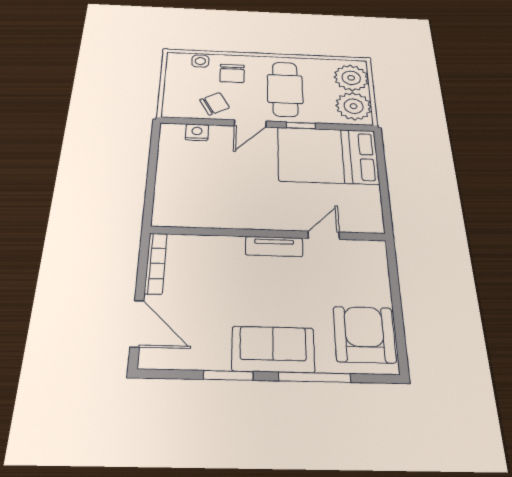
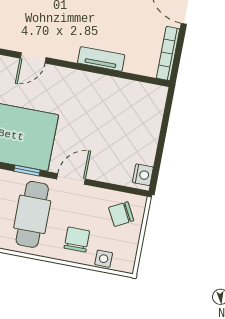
chair: (215, 104) -> (121, 214), moved
nightstand: (197, 132) -> (143, 175), moved, turned -90
tv unit: (274, 246) -> (101, 59), moved

